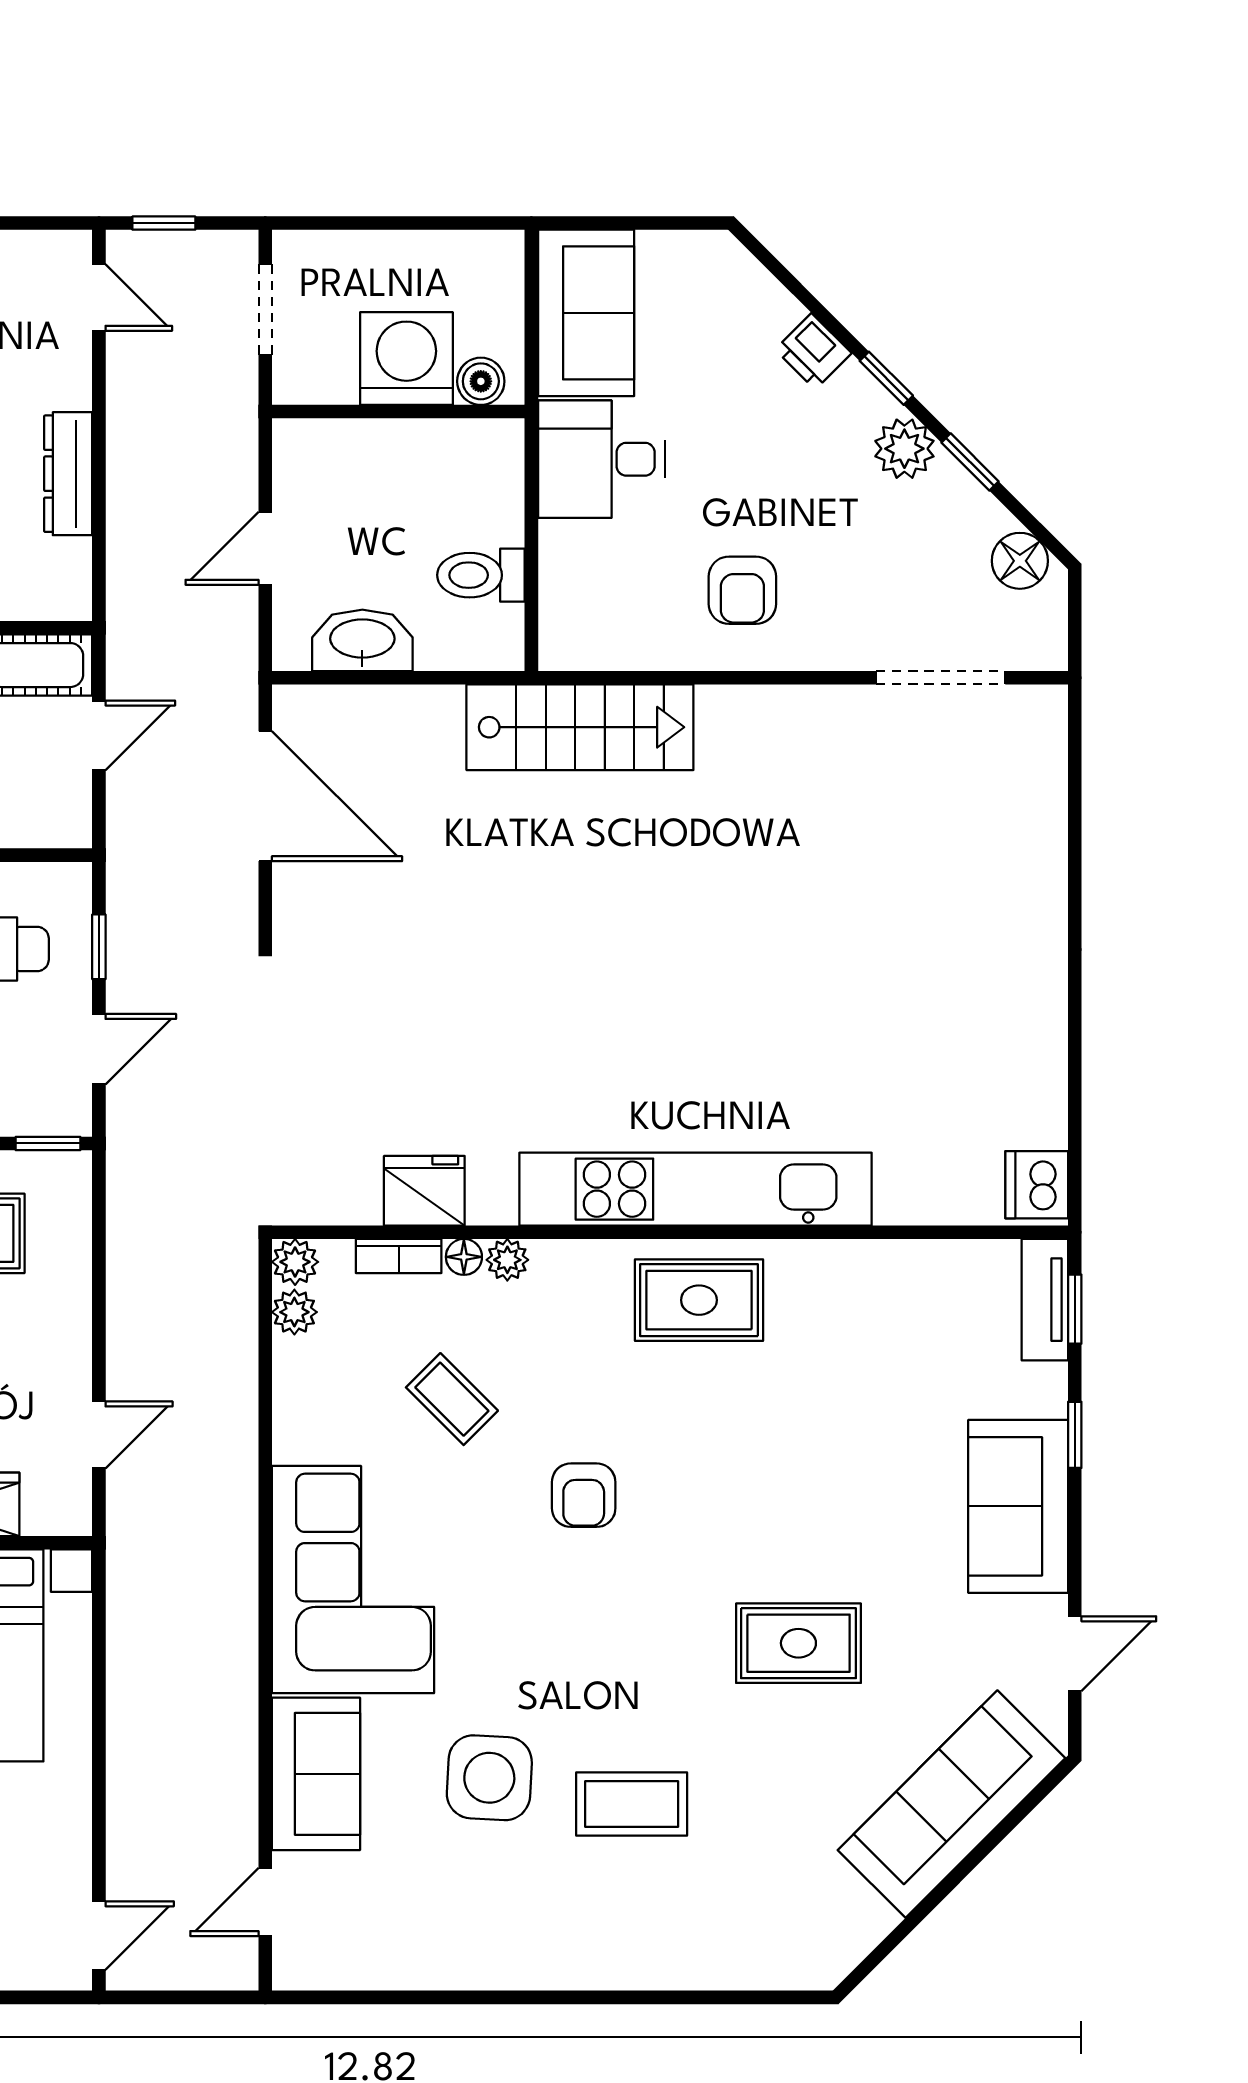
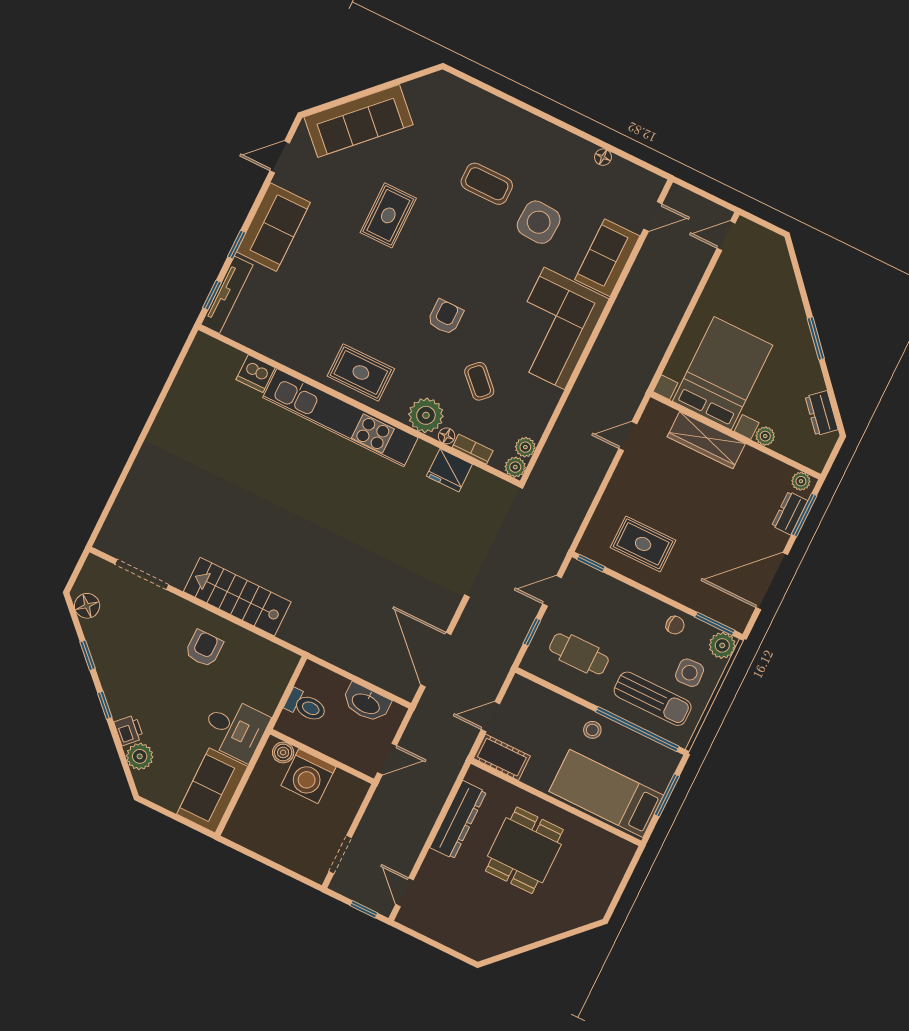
washing machine: (406, 359) -> (308, 776), moved
boiler: (481, 381) -> (283, 752), moved
wall: (398, 412) -> (322, 757), moved
plant: (904, 449) -> (140, 756), moved
dresser: (68, 474) -> (458, 820), width x1.37, depth x1.24
stairs: (580, 727) -> (237, 597), moved
dishwasher: (1037, 1185) -> (256, 374), moved, turned 90
plant: (507, 1260) -> (426, 415), width x1.87, depth x1.87
tv unit: (1045, 1300) -> (227, 295), width x1.41
rug: (798, 1643) -> (388, 215), turned 90
floor lamp: (424, 1972) -> (603, 157), added

